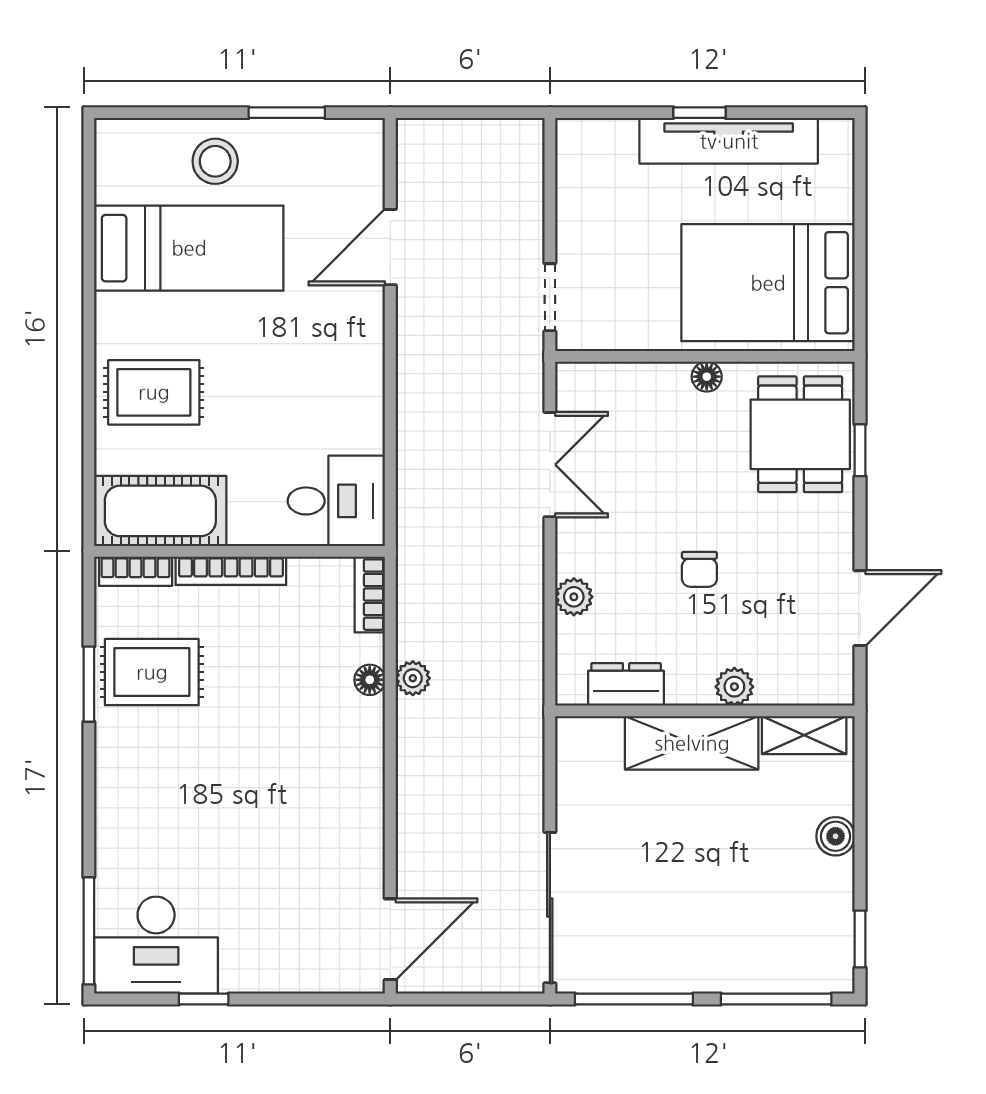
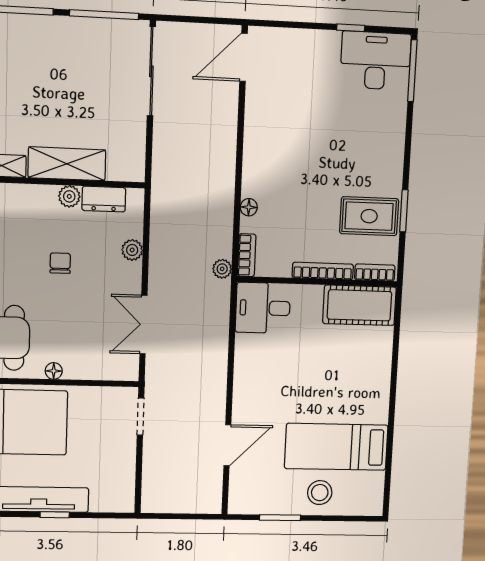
rug: (154, 392) -> (359, 370), removed
plant: (413, 678) -> (222, 269), moved
plant: (734, 687) -> (69, 196), moved

